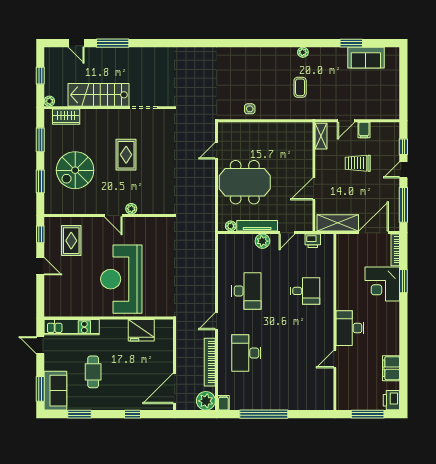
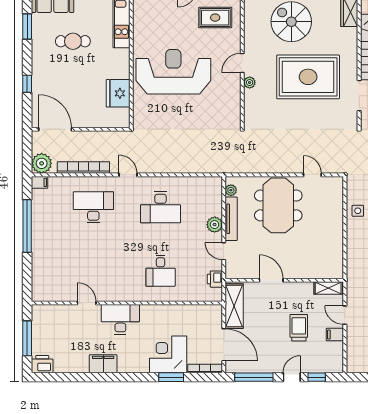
rug: (126, 155) -> (308, 77), width x1.86, depth x2.06
door: (403, 170) -> (292, 377), hinge flipped
filing cabinet: (391, 368) -> (103, 364), moved

